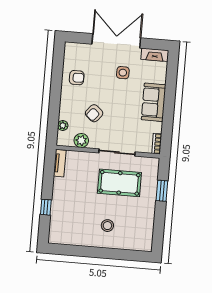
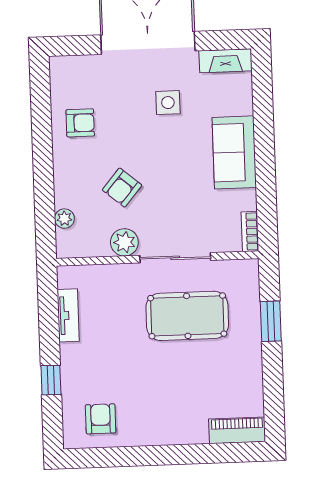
plant: (81, 140) -> (124, 242), moved
tv unit: (60, 163) -> (68, 315), moved
stool: (107, 226) -> (174, 401), removed
armchair: (69, 230) -> (101, 419), added
piano: (138, 244) -> (237, 430), added

